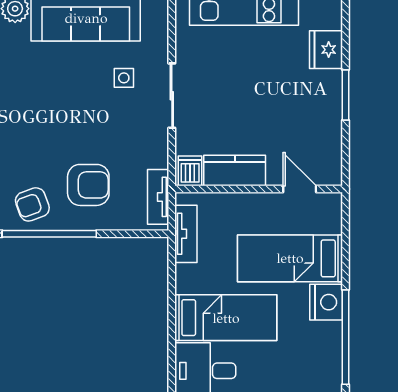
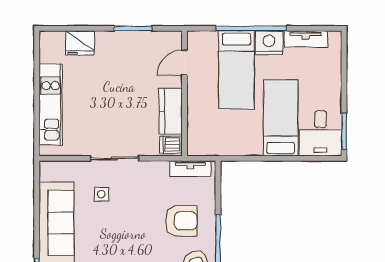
window: (345, 95) -> (133, 28), moved
armchair: (88, 185) -> (181, 221), turned 90
tv unit: (186, 234) -> (306, 39), moved, turned 180
window: (345, 337) -> (251, 28), moved

